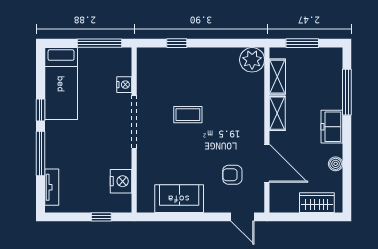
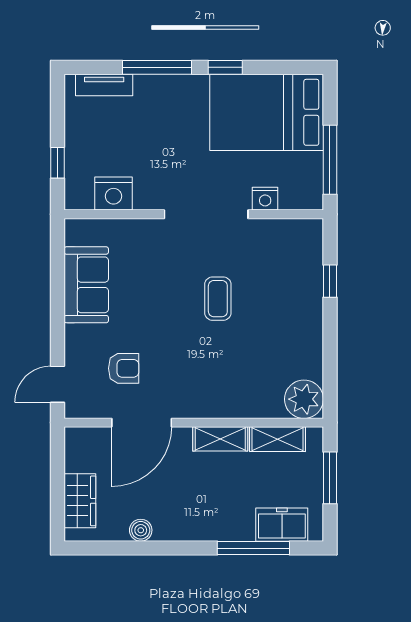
bed: (61, 84) -> (267, 112), width x1.50
freezer: (332, 127) -> (282, 525), moved
armchair: (232, 175) -> (124, 368), turned 90

